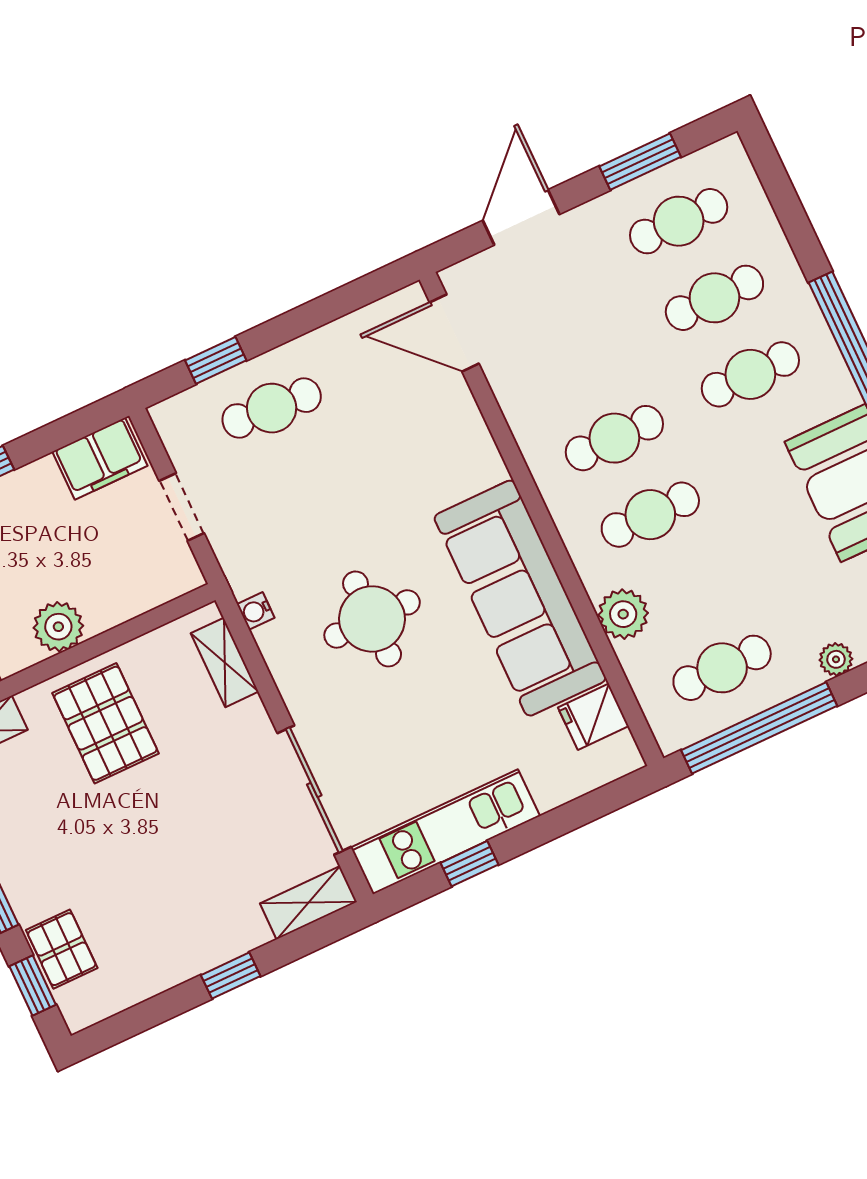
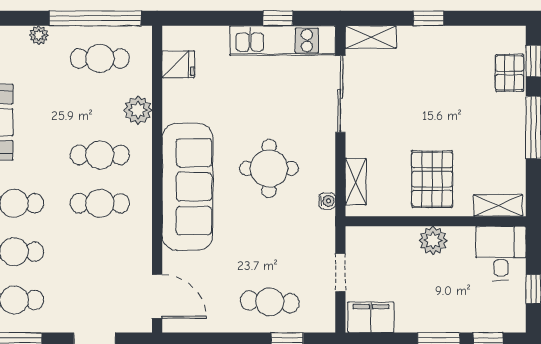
sofa: (520, 598) -> (187, 187), moved

